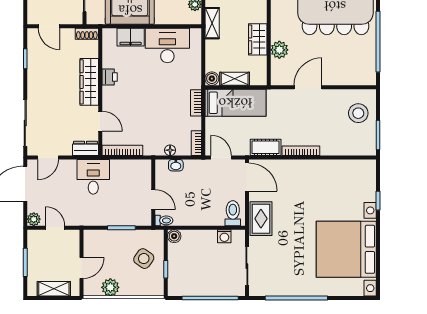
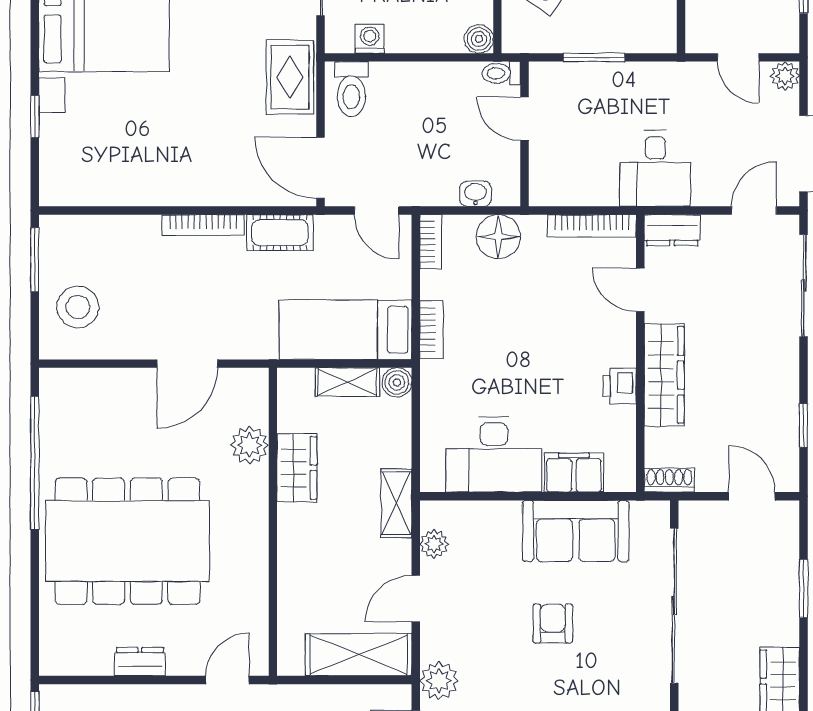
floor lamp: (170, 150) -> (498, 237), width x1.89, depth x1.89

